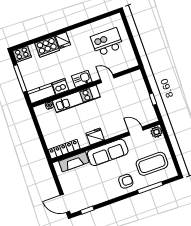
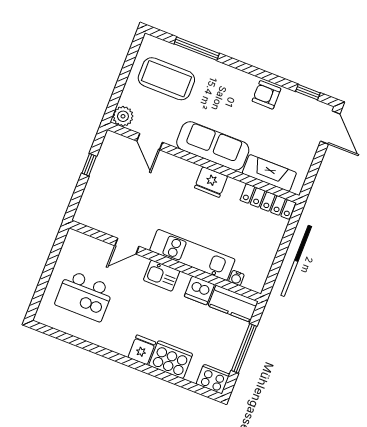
door: (107, 79) -> (127, 246), hinge flipped
armchair: (126, 181) -> (266, 95), moved

